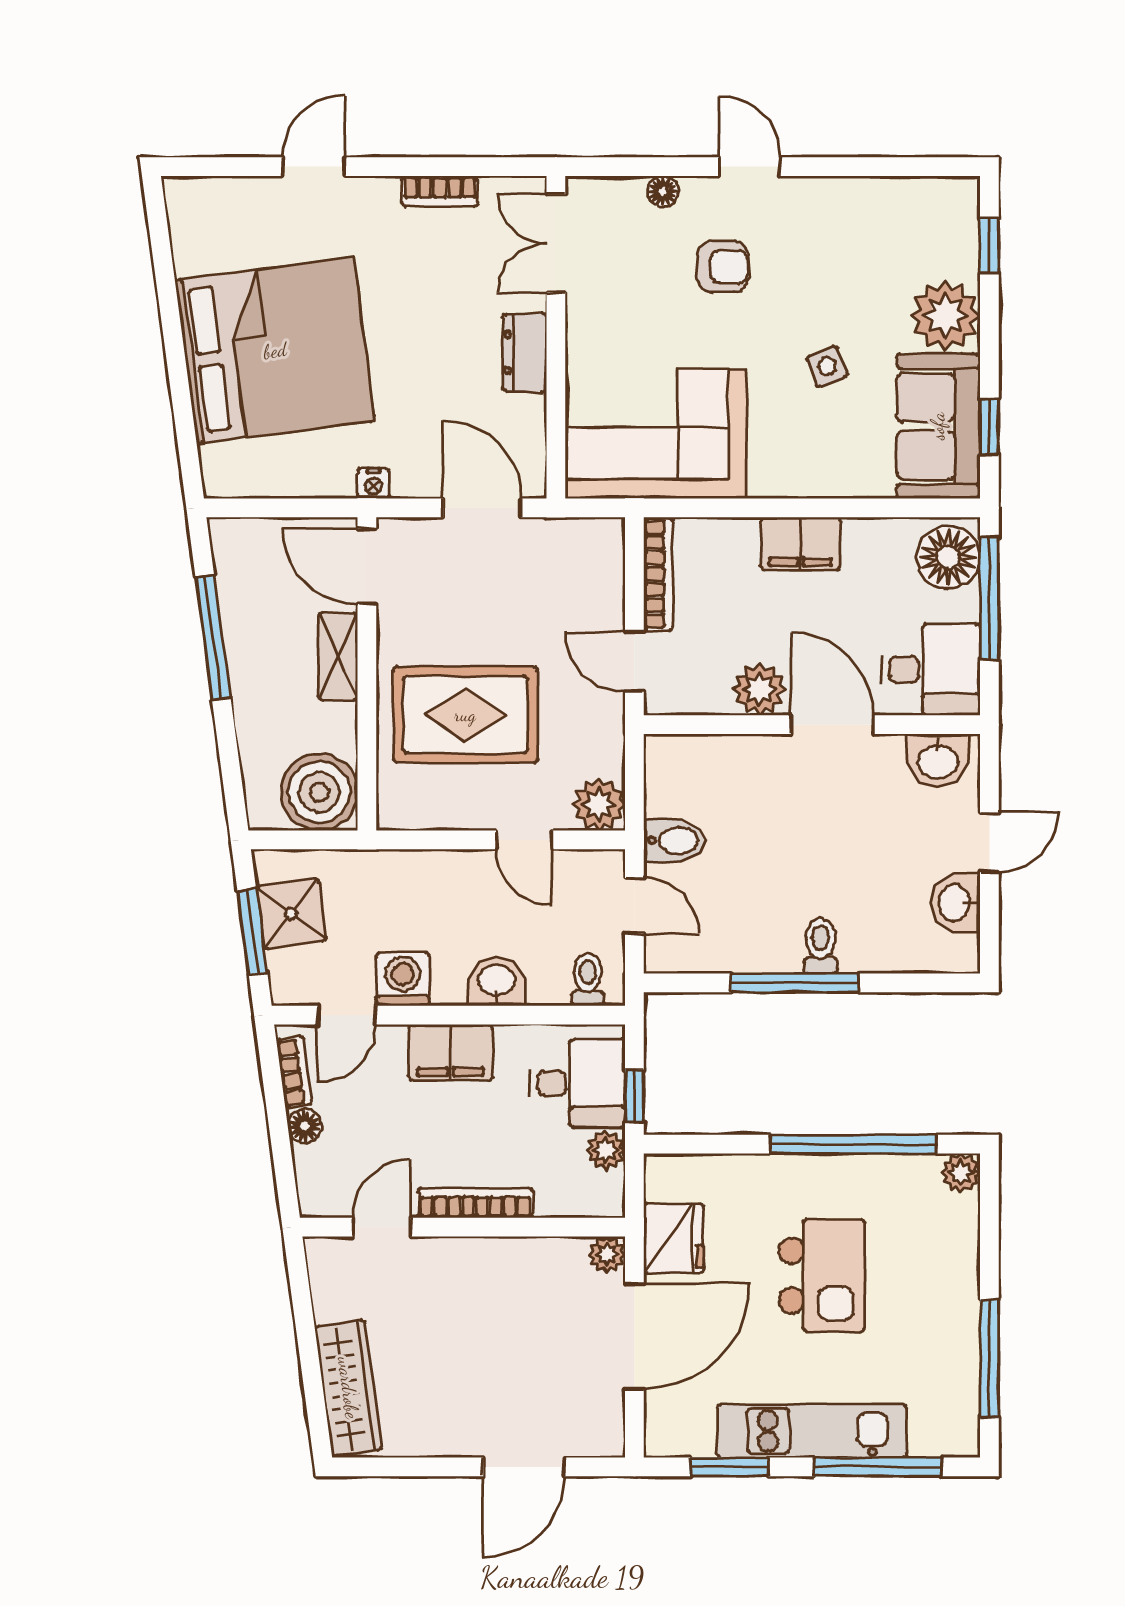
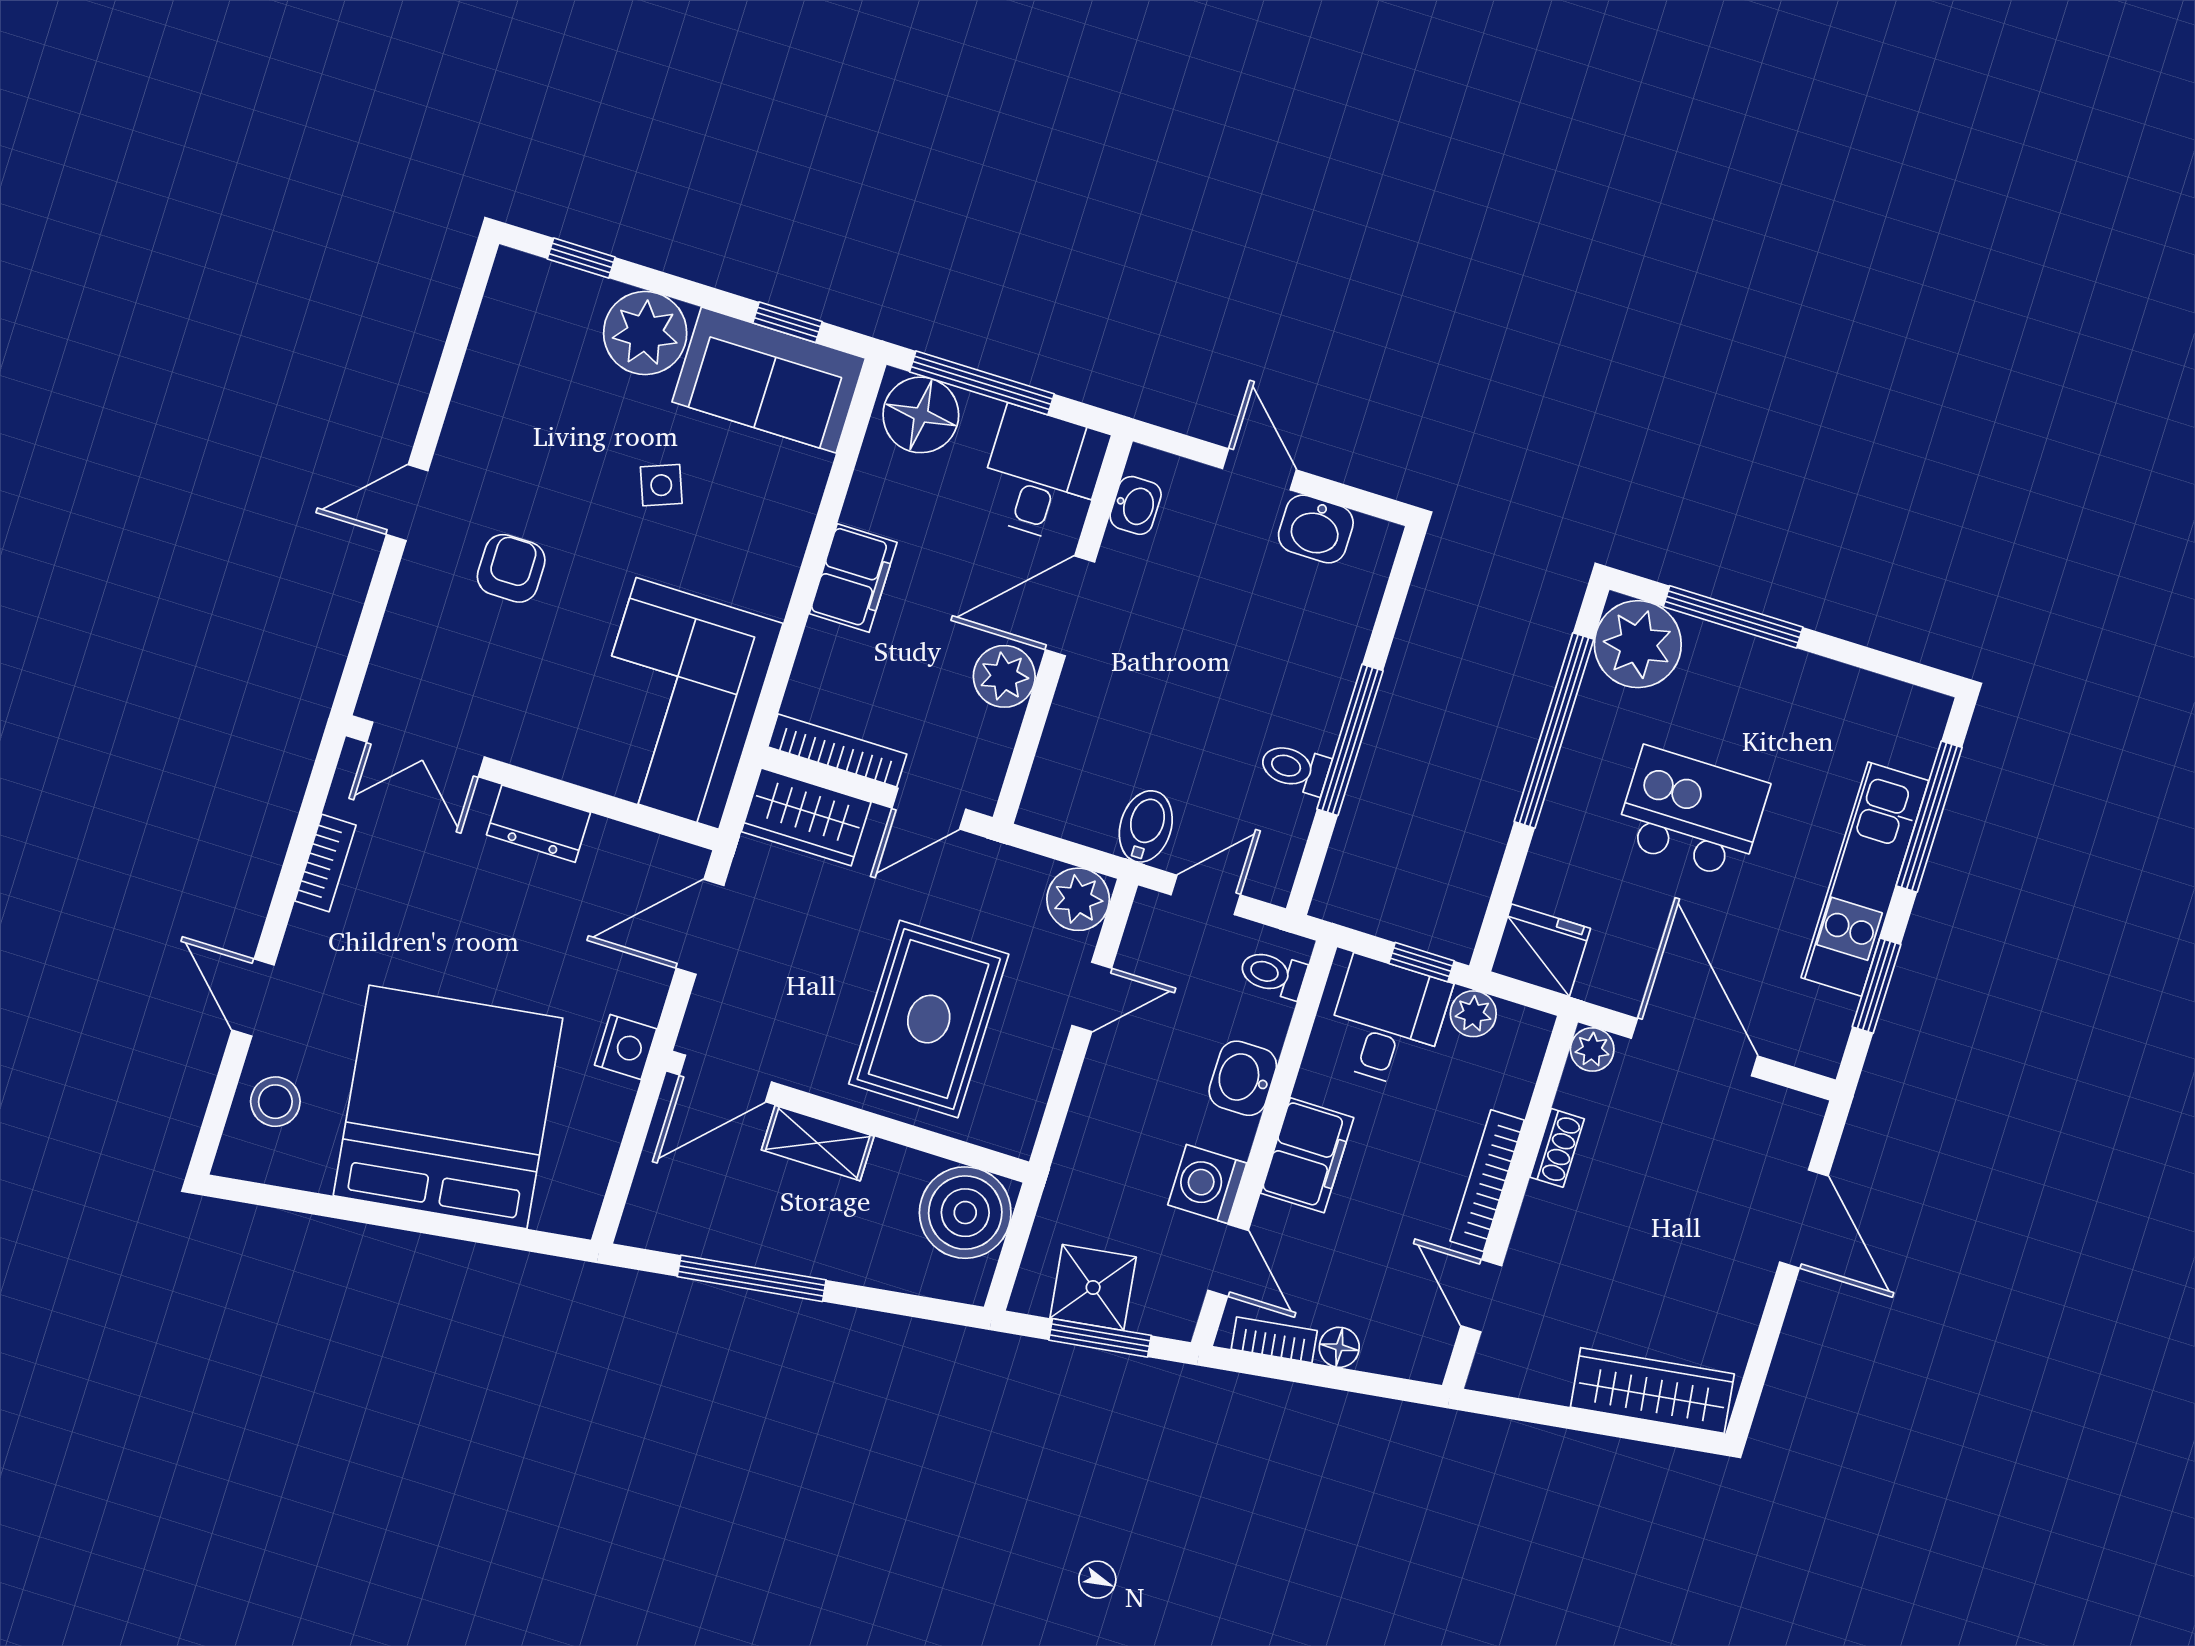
floor lamp: (663, 191) -> (405, 610), removed
stool: (236, 211) -> (275, 1102), added
nightstand: (374, 484) -> (626, 1047), width x1.39, depth x1.35
wardrobe: (597, 566) -> (806, 817), added
washbasin: (938, 760) -> (1136, 505), width x0.72, depth x0.69
toilet: (820, 946) -> (1295, 768), moved
plant: (961, 1173) -> (1638, 644), width x1.88, depth x1.88
fridge: (674, 1238) -> (1540, 950), moved
shoe rack: (519, 1251) -> (1557, 1148), added
window: (989, 1358) -> (1733, 617), moved

